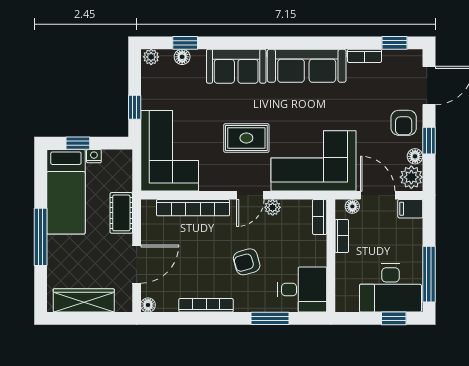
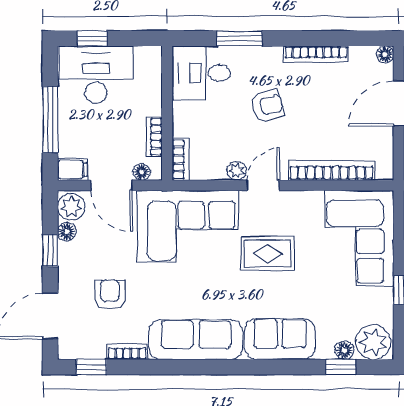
plant: (151, 57) -> (373, 342), width x1.88, depth x1.88
armchair: (404, 123) -> (110, 295), moved
window: (429, 274) -> (50, 120), moved

